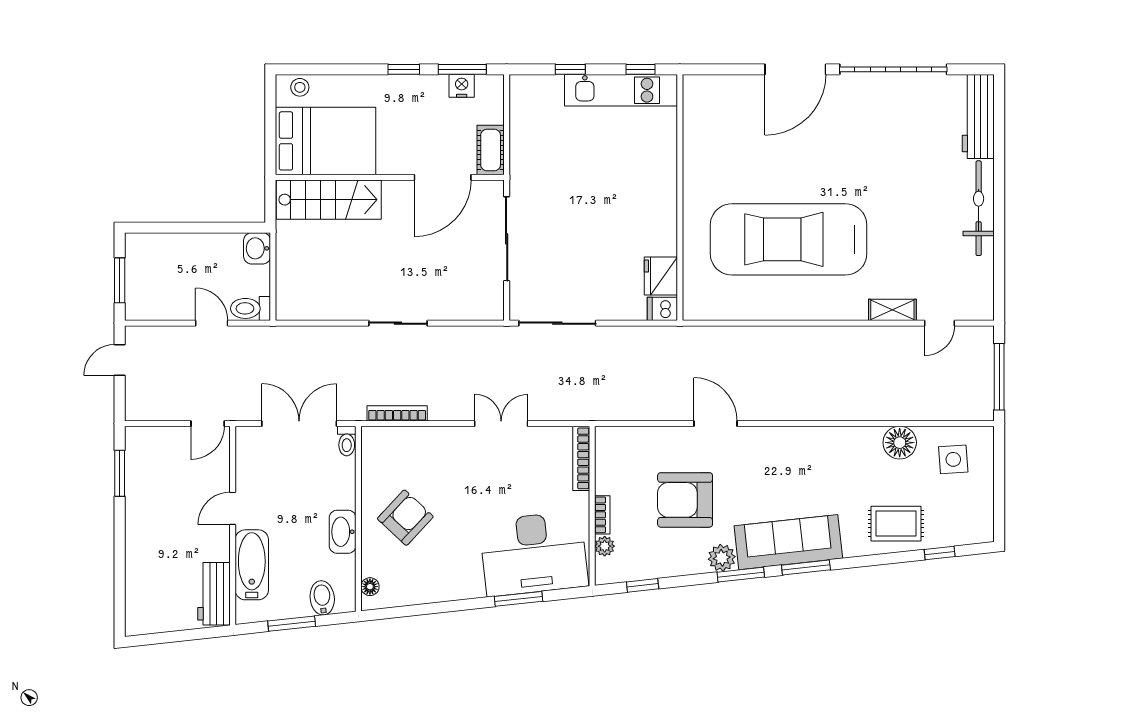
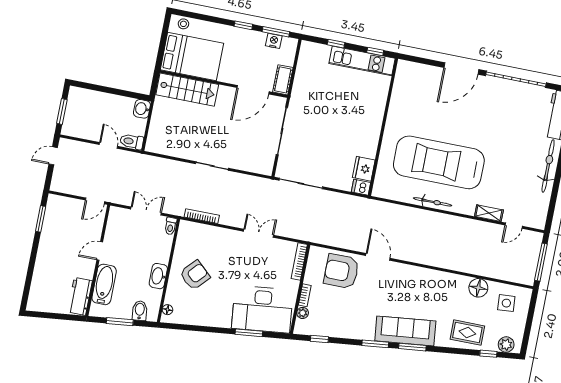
bicycle: (791, 310) -> (432, 202), added
double door: (299, 424) -> (146, 211), width x0.73
armchair: (685, 500) -> (341, 271), moved
plant: (722, 558) -> (506, 345), moved

